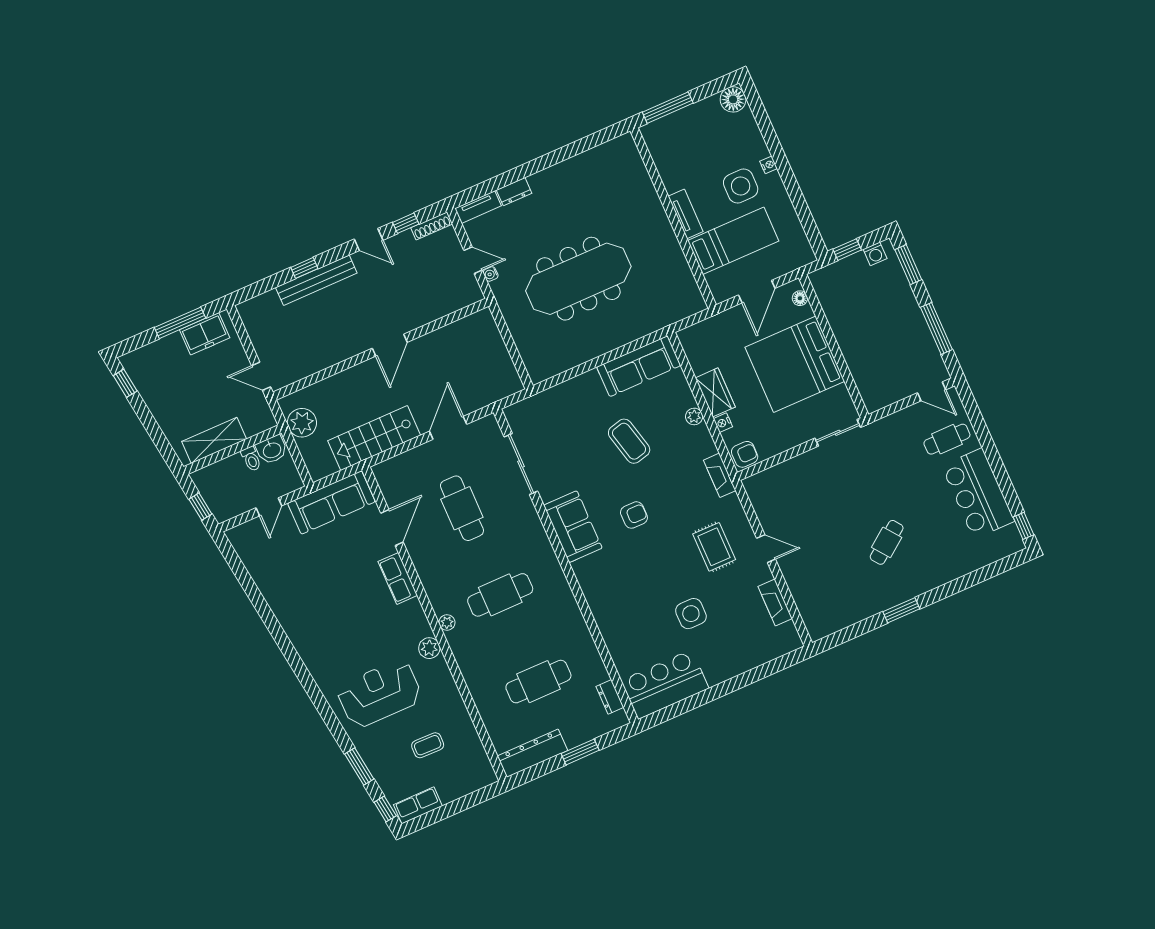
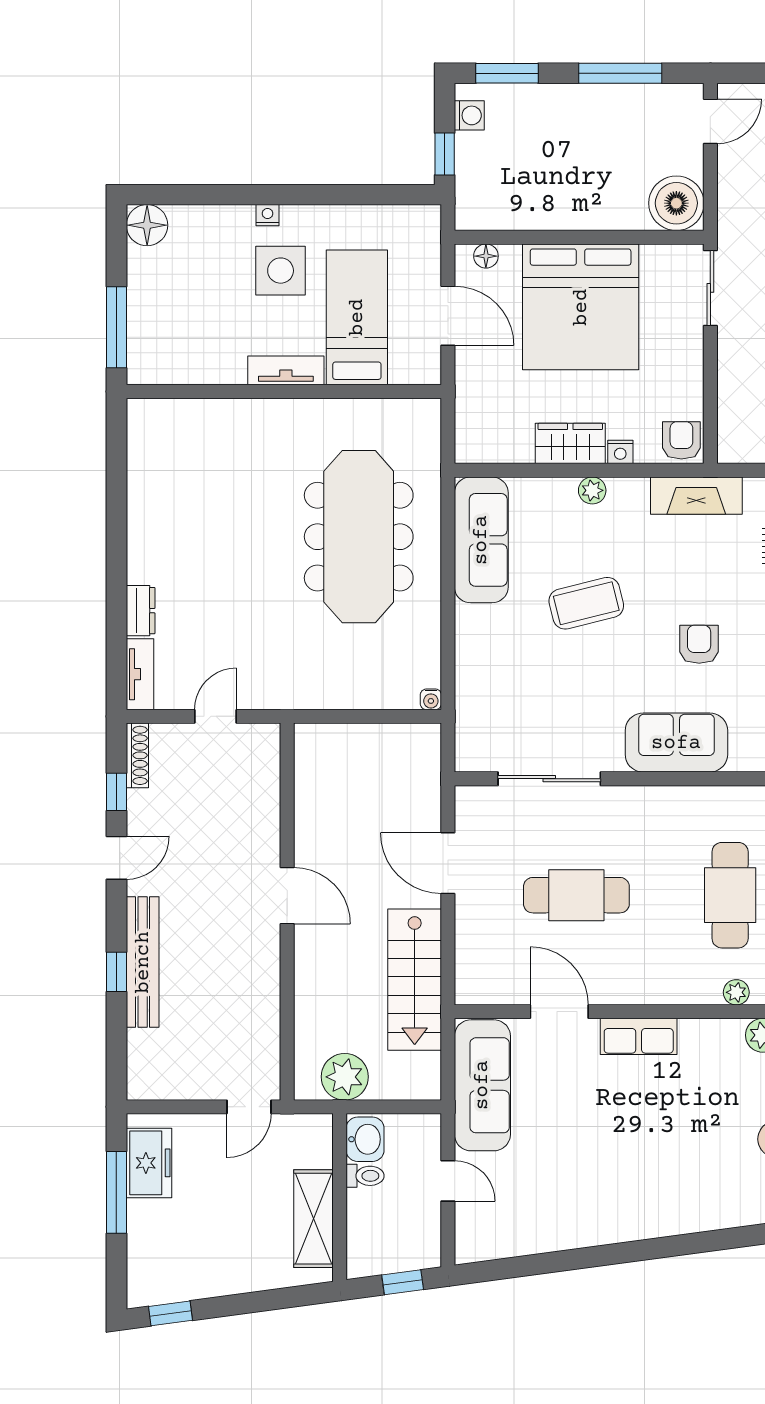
water cooler: (491, 274) -> (431, 699), moved
meeting table: (578, 279) -> (359, 537), moved
boiler: (877, 392) -> (676, 203), added
fireplace: (720, 475) -> (696, 496), width x1.37, depth x1.32

